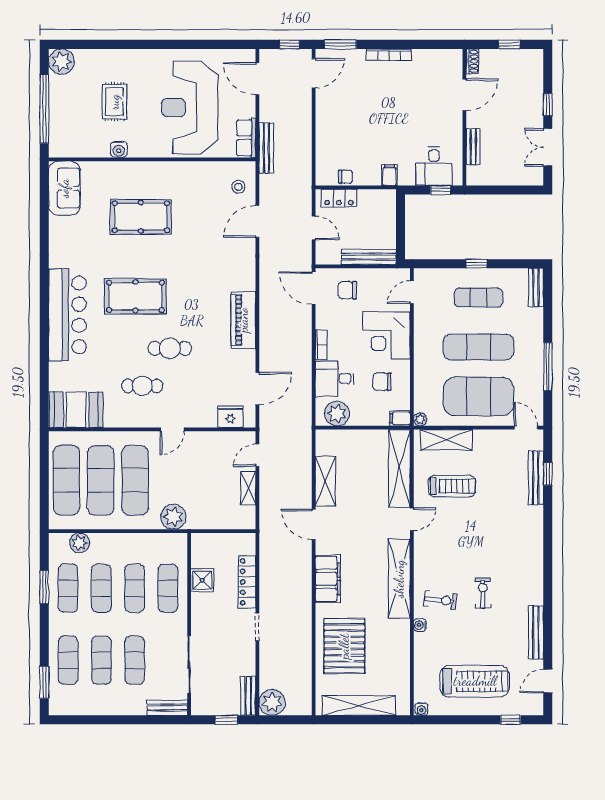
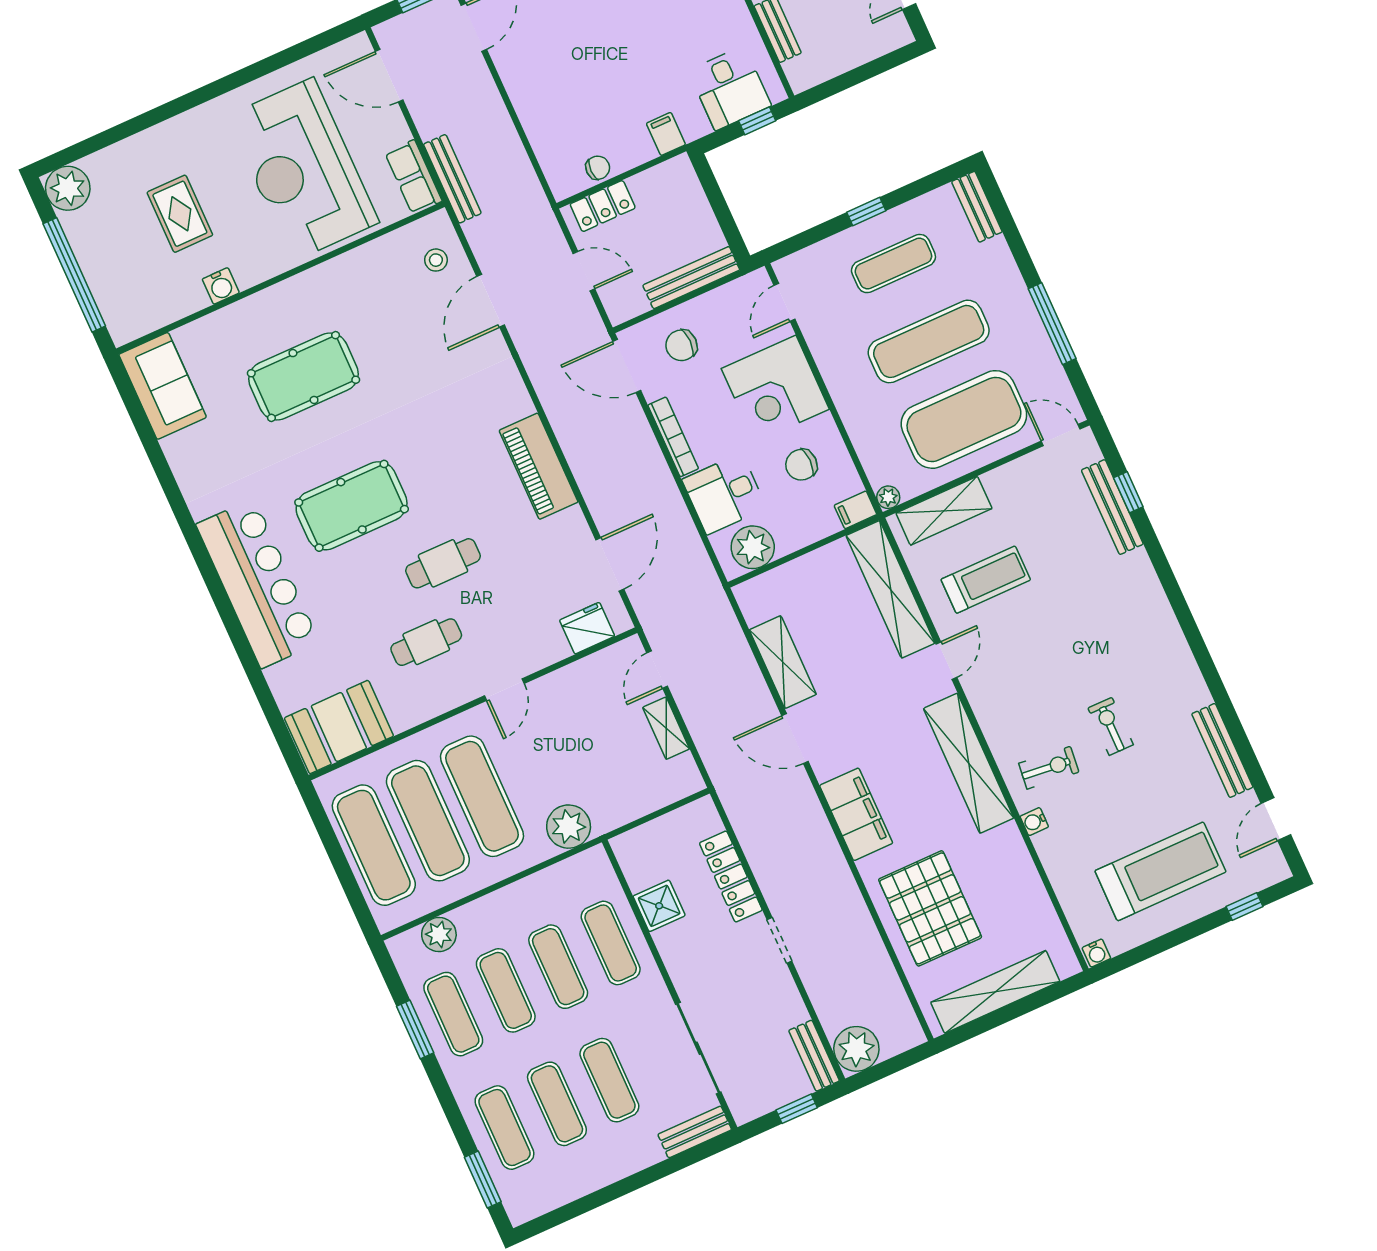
bookcase: (321, 345) -> (673, 437), width x1.56

